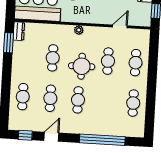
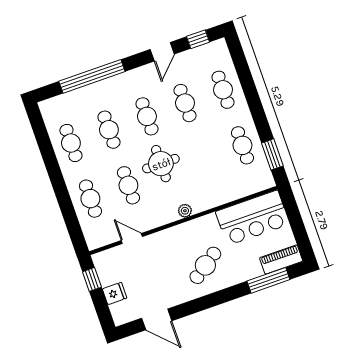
door: (120, 26) -> (132, 239), swing flipped
dresser: (19, 31) -> (265, 176), removed
cafe table: (53, 58) -> (242, 145), moved
cafe table: (106, 101) -> (109, 130), added

